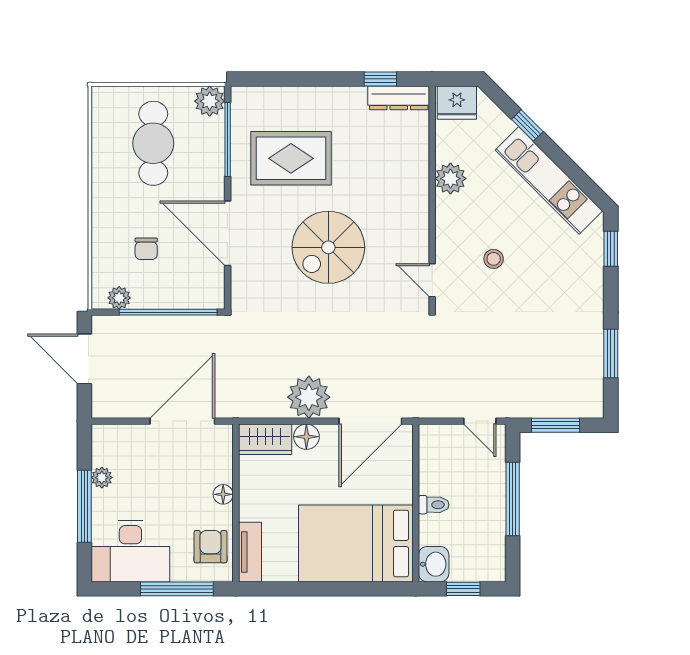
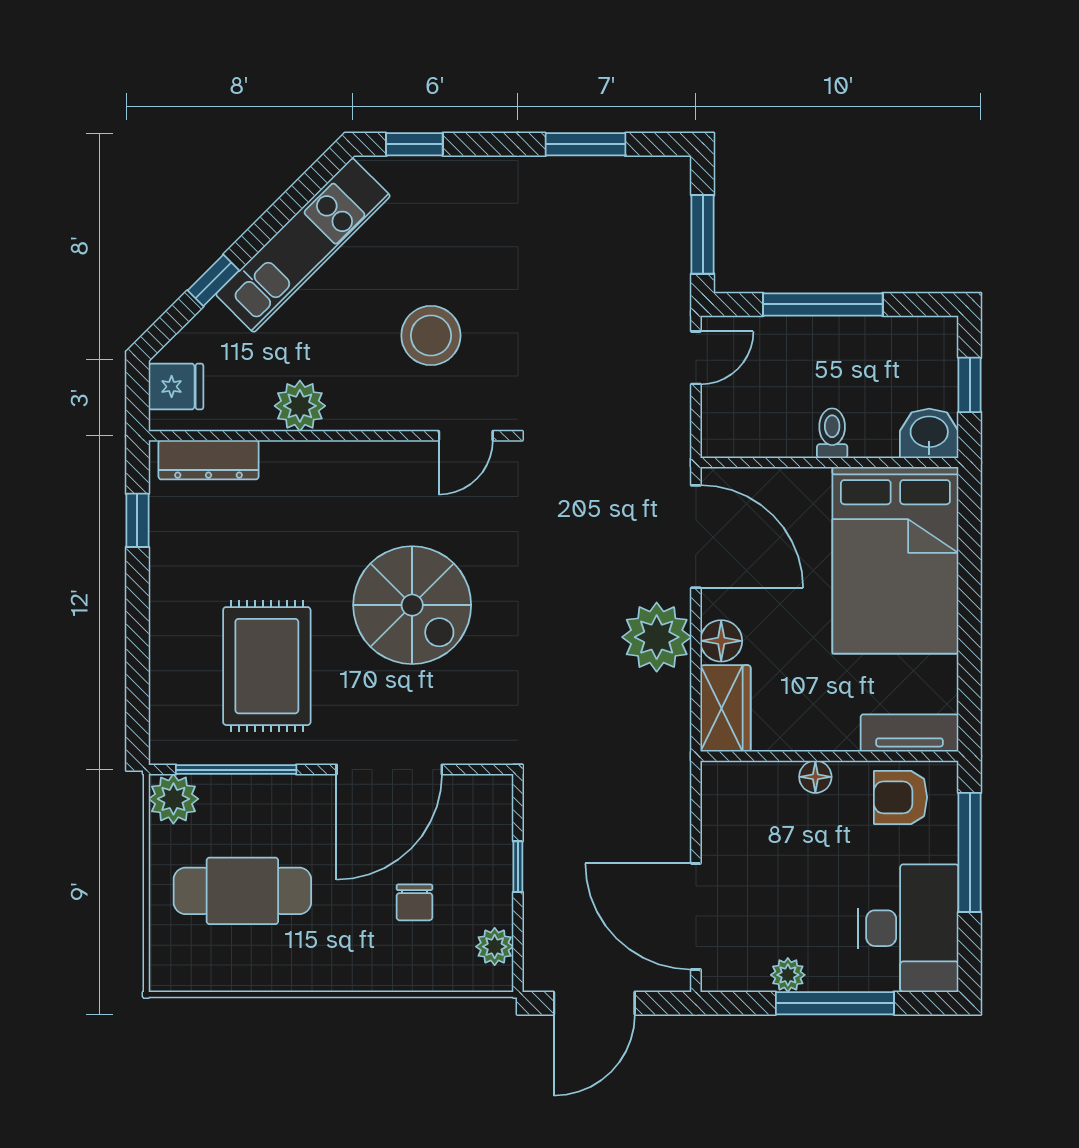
dresser: (399, 98) -> (209, 460), moved, turned 90
fridge: (457, 103) -> (176, 387), width x0.72
chair: (146, 249) -> (414, 902), turned 90
stool: (494, 259) -> (431, 336), width x1.89, depth x1.89
window: (168, 312) -> (518, 867), width x0.32
door: (182, 421) -> (696, 916), moved

